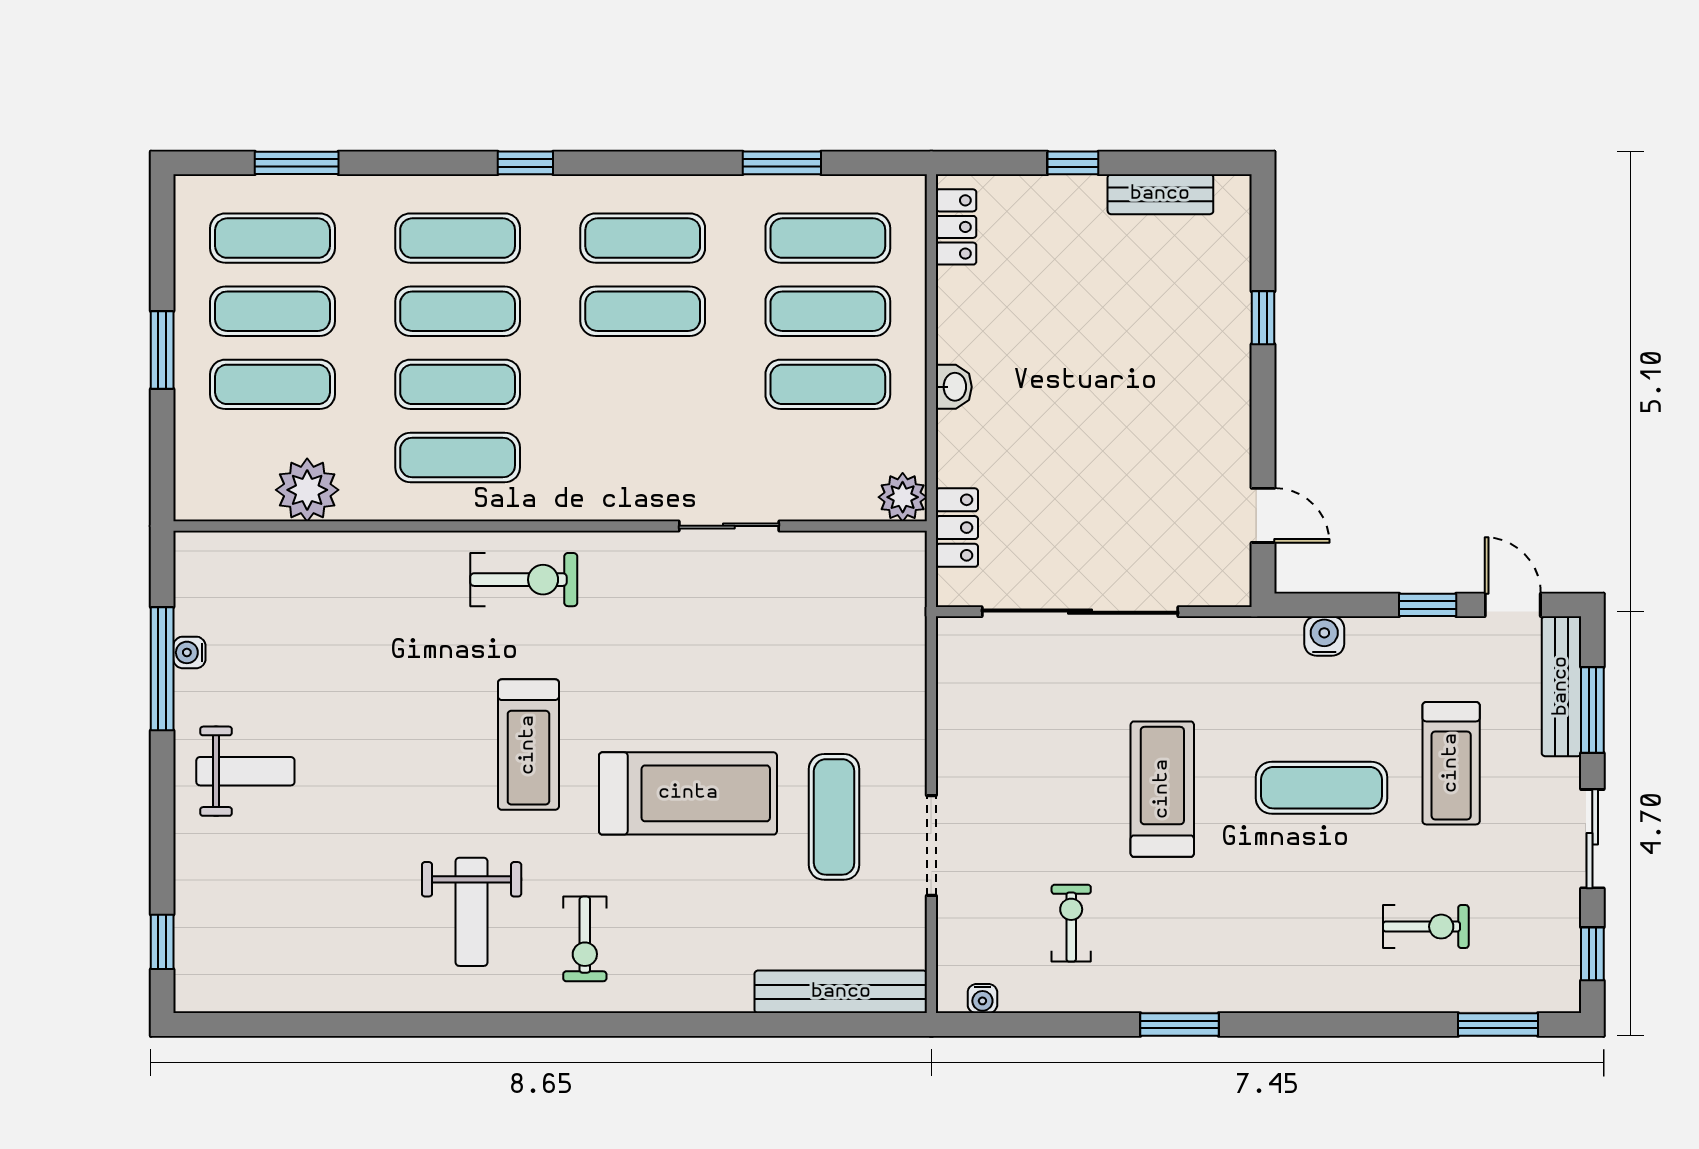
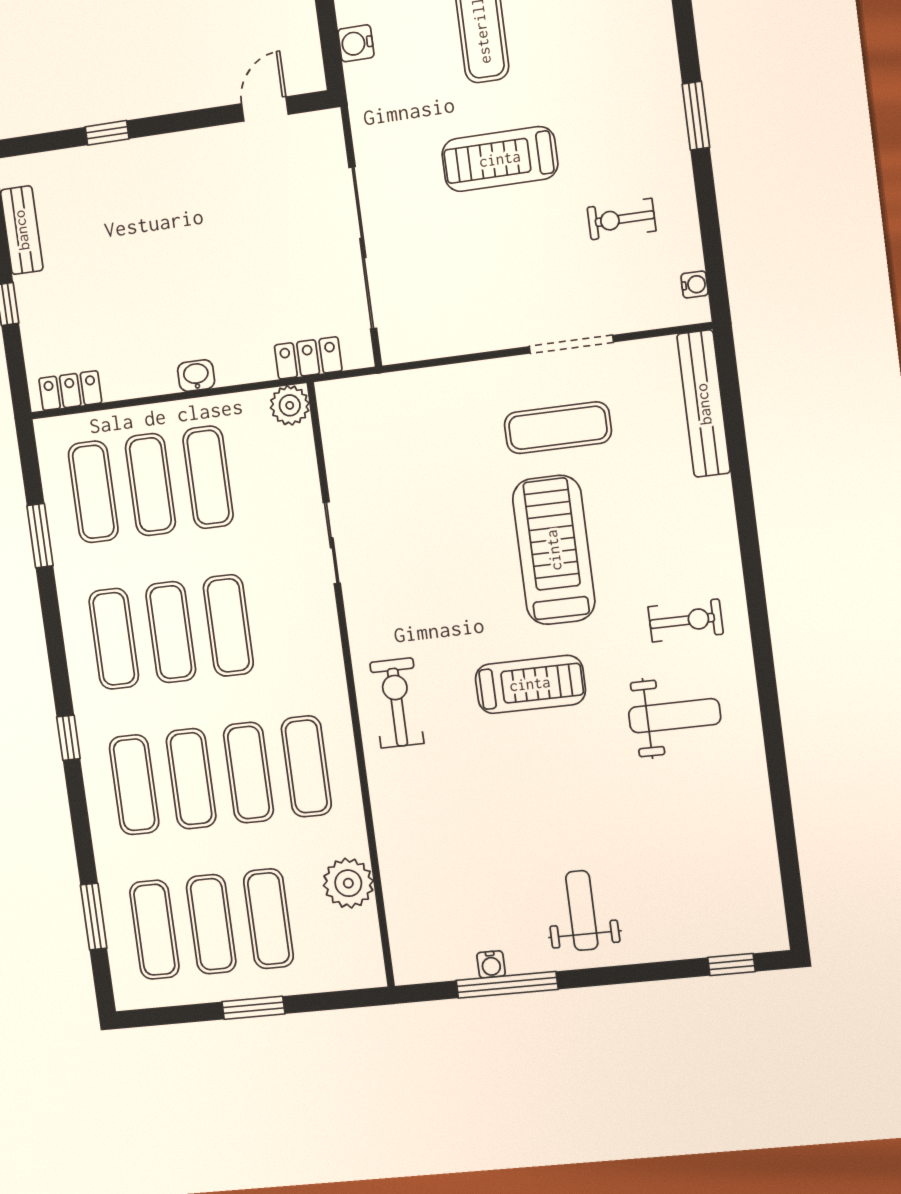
exercise mat: (643, 384) -> (228, 625), added

